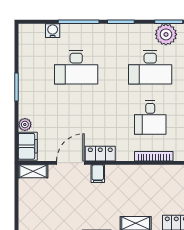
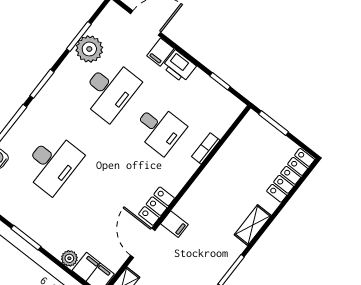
bookcase: (154, 156) -> (206, 148), width x0.64

